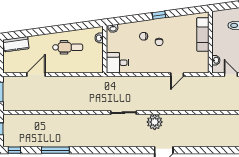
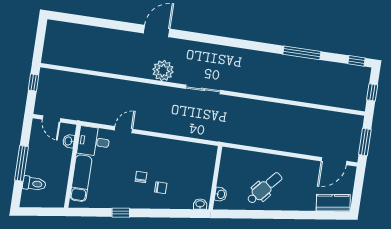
window: (159, 15) -> (121, 213), moved
dental chair: (68, 47) -> (265, 188), turned 131
desk: (117, 63) -> (94, 141), moved, turned 180
door: (36, 75) -> (334, 161), moved

